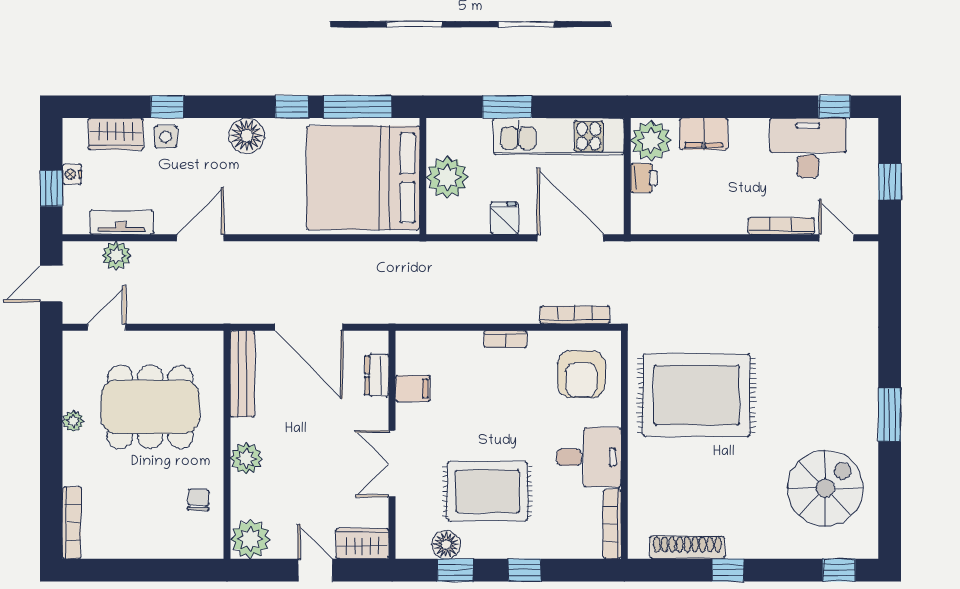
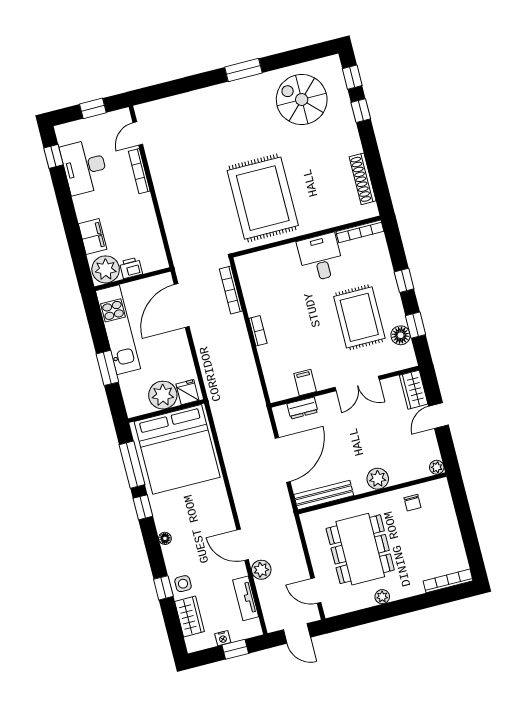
floor lamp: (247, 136) -> (165, 538), width x0.53, depth x0.53
fridge: (504, 218) -> (187, 392), moved, turned 90
plant: (116, 256) -> (261, 570), moved
armchair: (581, 374) -> (268, 276), removed
chair: (199, 500) -> (412, 503), turned -92
plant: (250, 539) -> (437, 467), width x0.53, depth x0.53
window: (728, 570) -> (361, 111), moved

